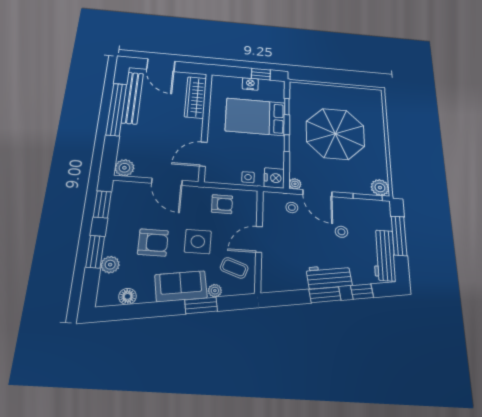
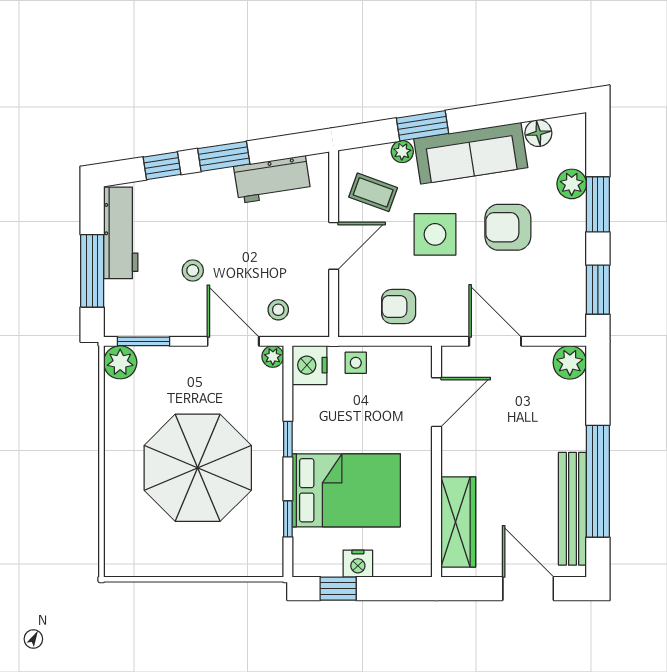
workbench: (329, 277) -> (272, 179), moved
sofa: (181, 286) -> (471, 153), width x1.36

